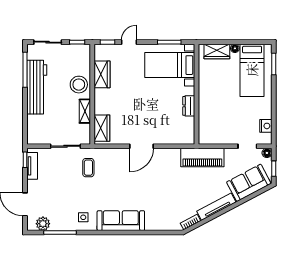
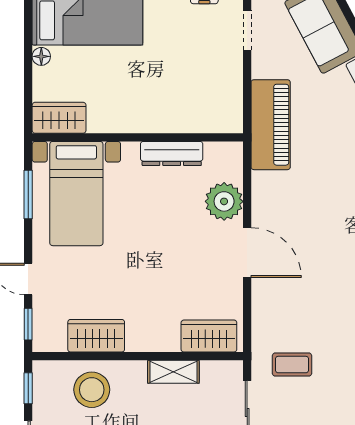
wardrobe: (217, 51) -> (59, 118), moved, turned -90
stool: (79, 85) -> (92, 390), moved
dresser: (189, 106) -> (172, 153), width x1.44
plant: (166, 135) -> (224, 201), added

